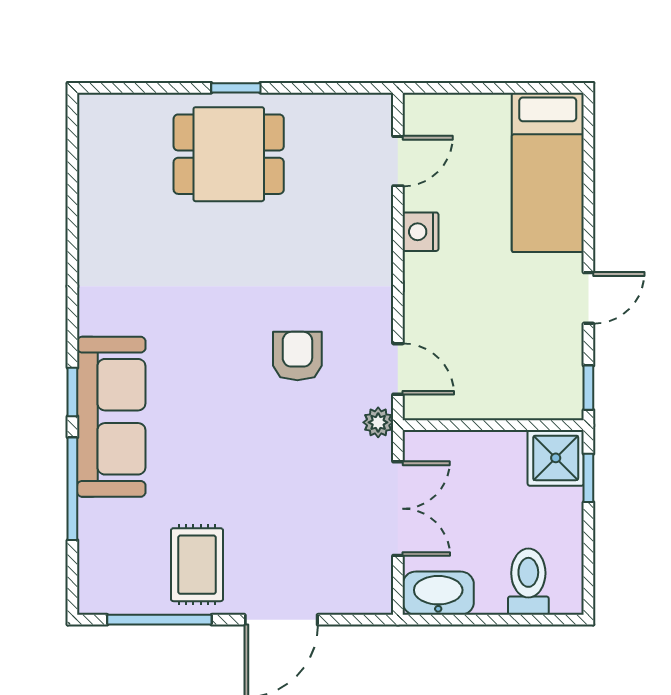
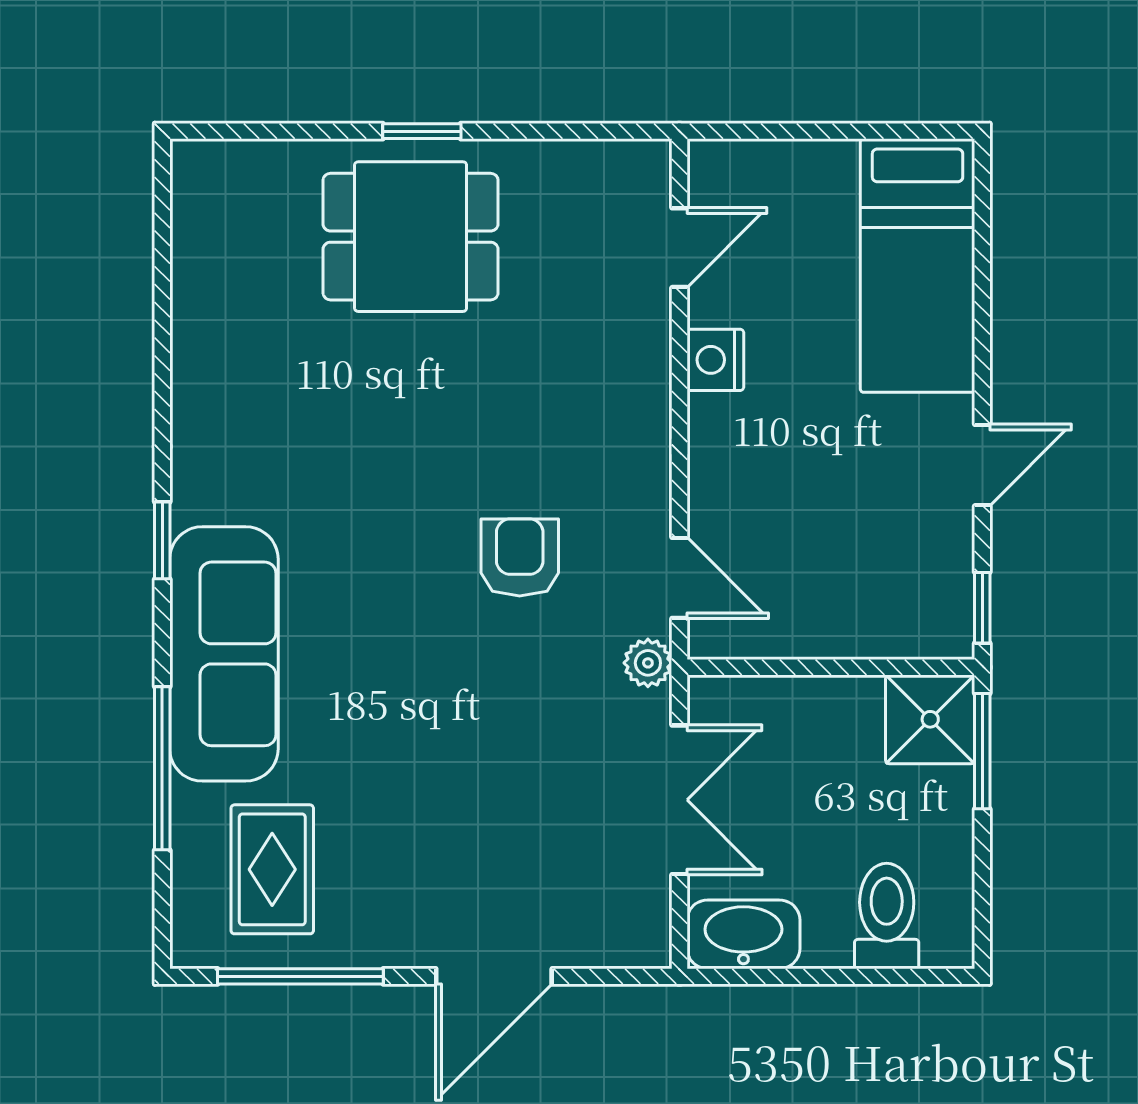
window: (72, 392) -> (162, 540), moved
window: (588, 478) -> (982, 751), width x1.50
rug: (197, 565) -> (272, 869), moved

